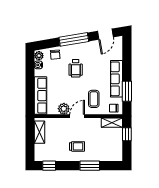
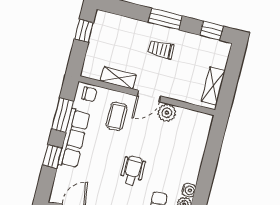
window: (127, 65) -> (52, 157), added
row of seats: (41, 96) -> (197, 142), removed
shelving: (112, 123) -> (118, 78), moved
window: (127, 134) -> (84, 31), moved
window: (90, 166) -> (165, 19), moved

